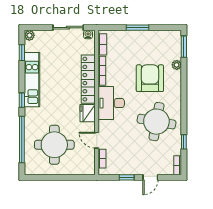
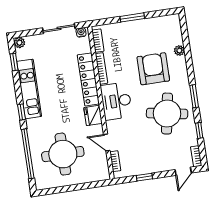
window: (184, 47) -> (194, 96), moved
door: (150, 177) -> (183, 171), moved

